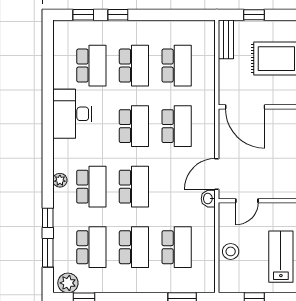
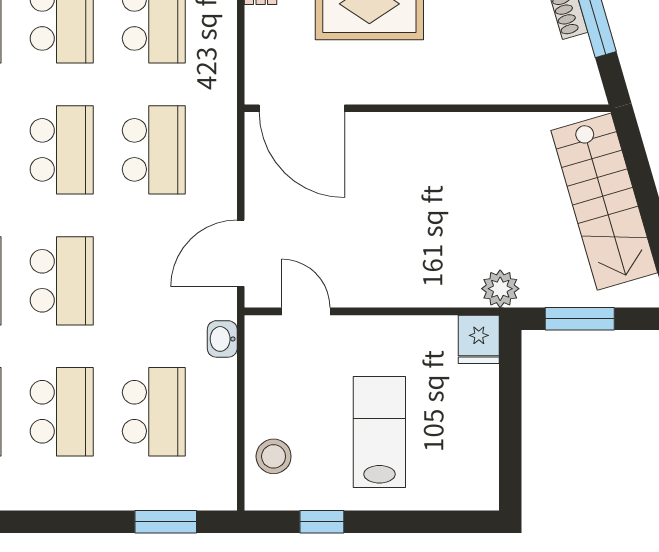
washbasin: (208, 199) -> (222, 339), moved
door: (247, 201) -> (306, 311), swing flipped
stool: (231, 251) -> (274, 456), moved

